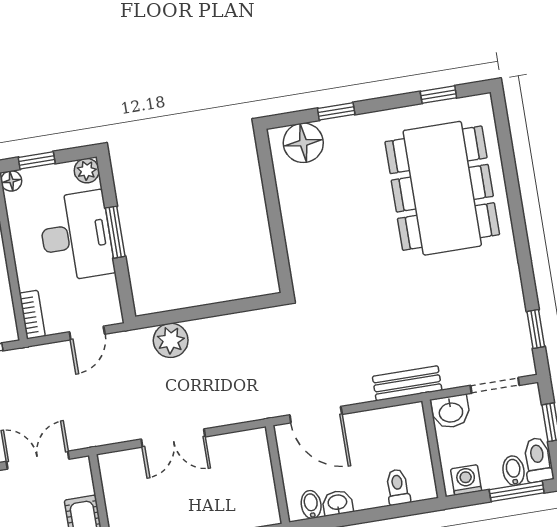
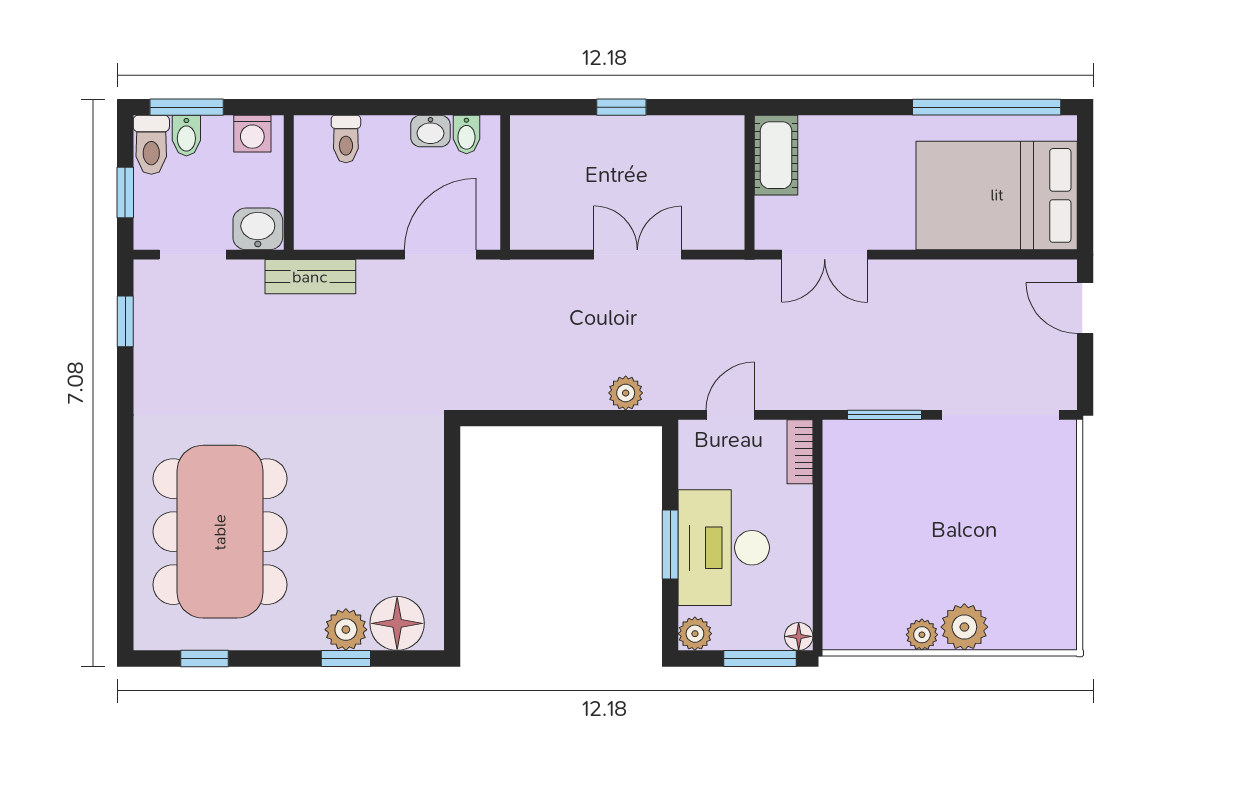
plant: (340, 132) -> (346, 630), added
window: (37, 160) -> (760, 658), width x1.50
plant: (171, 340) -> (626, 393), width x0.73, depth x0.73
door: (316, 415) -> (440, 255), hinge flipped

